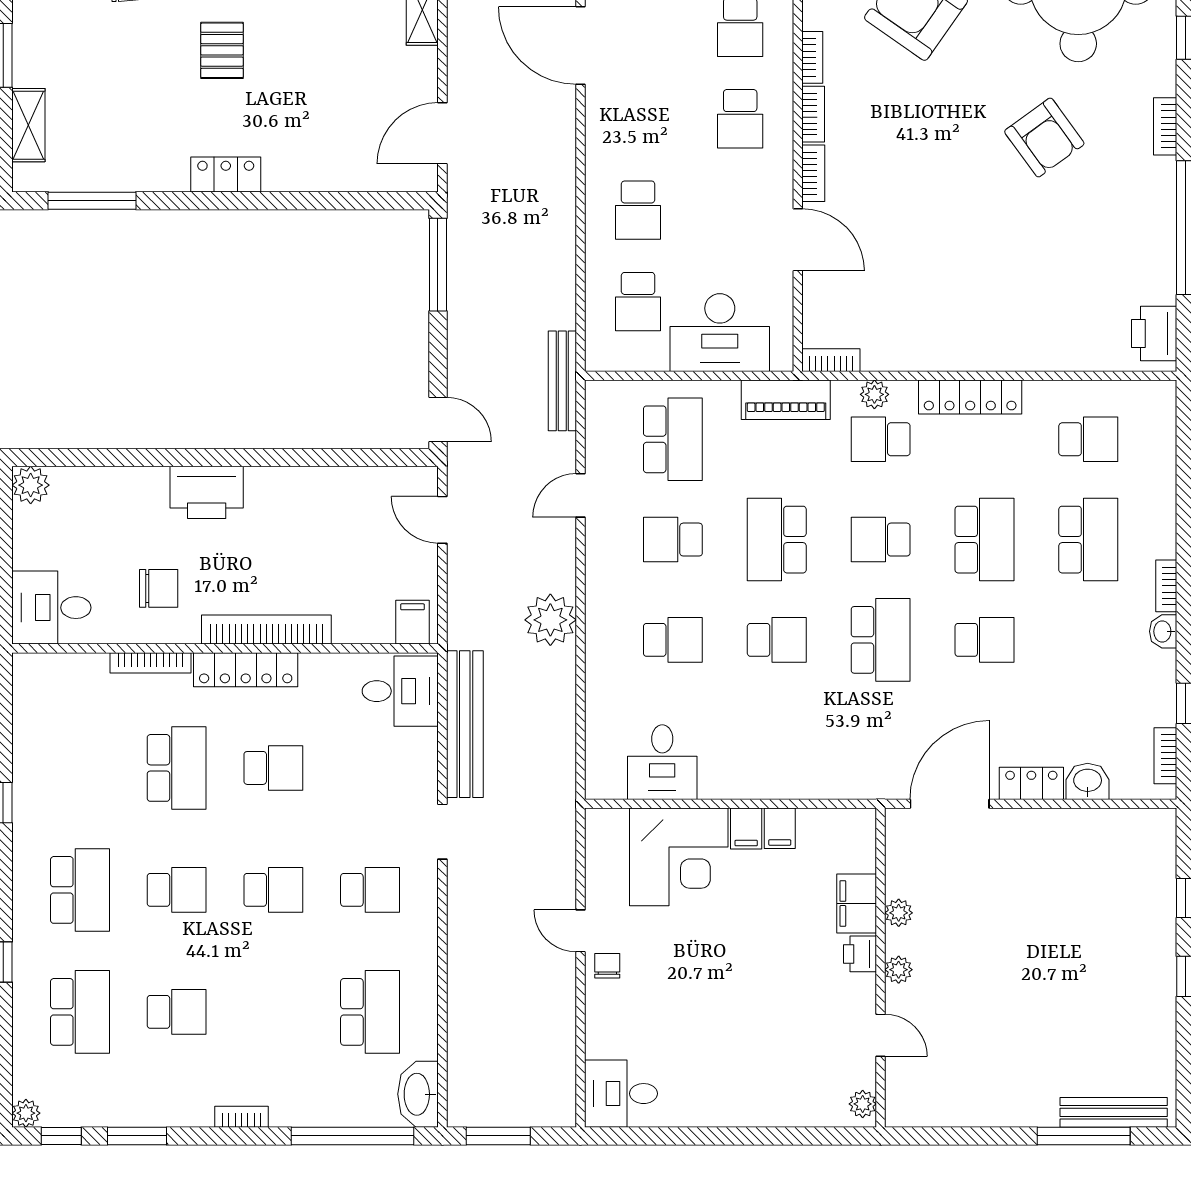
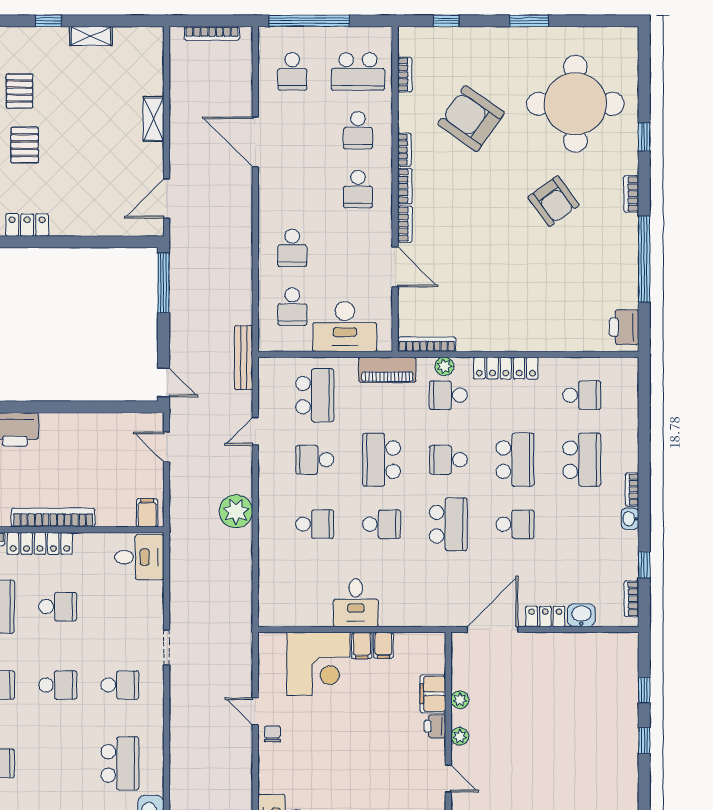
bookcase: (831, 360) -> (427, 344), width x1.56
bench: (465, 724) -> (181, 578), removed
desk: (662, 762) -> (356, 603), moved

